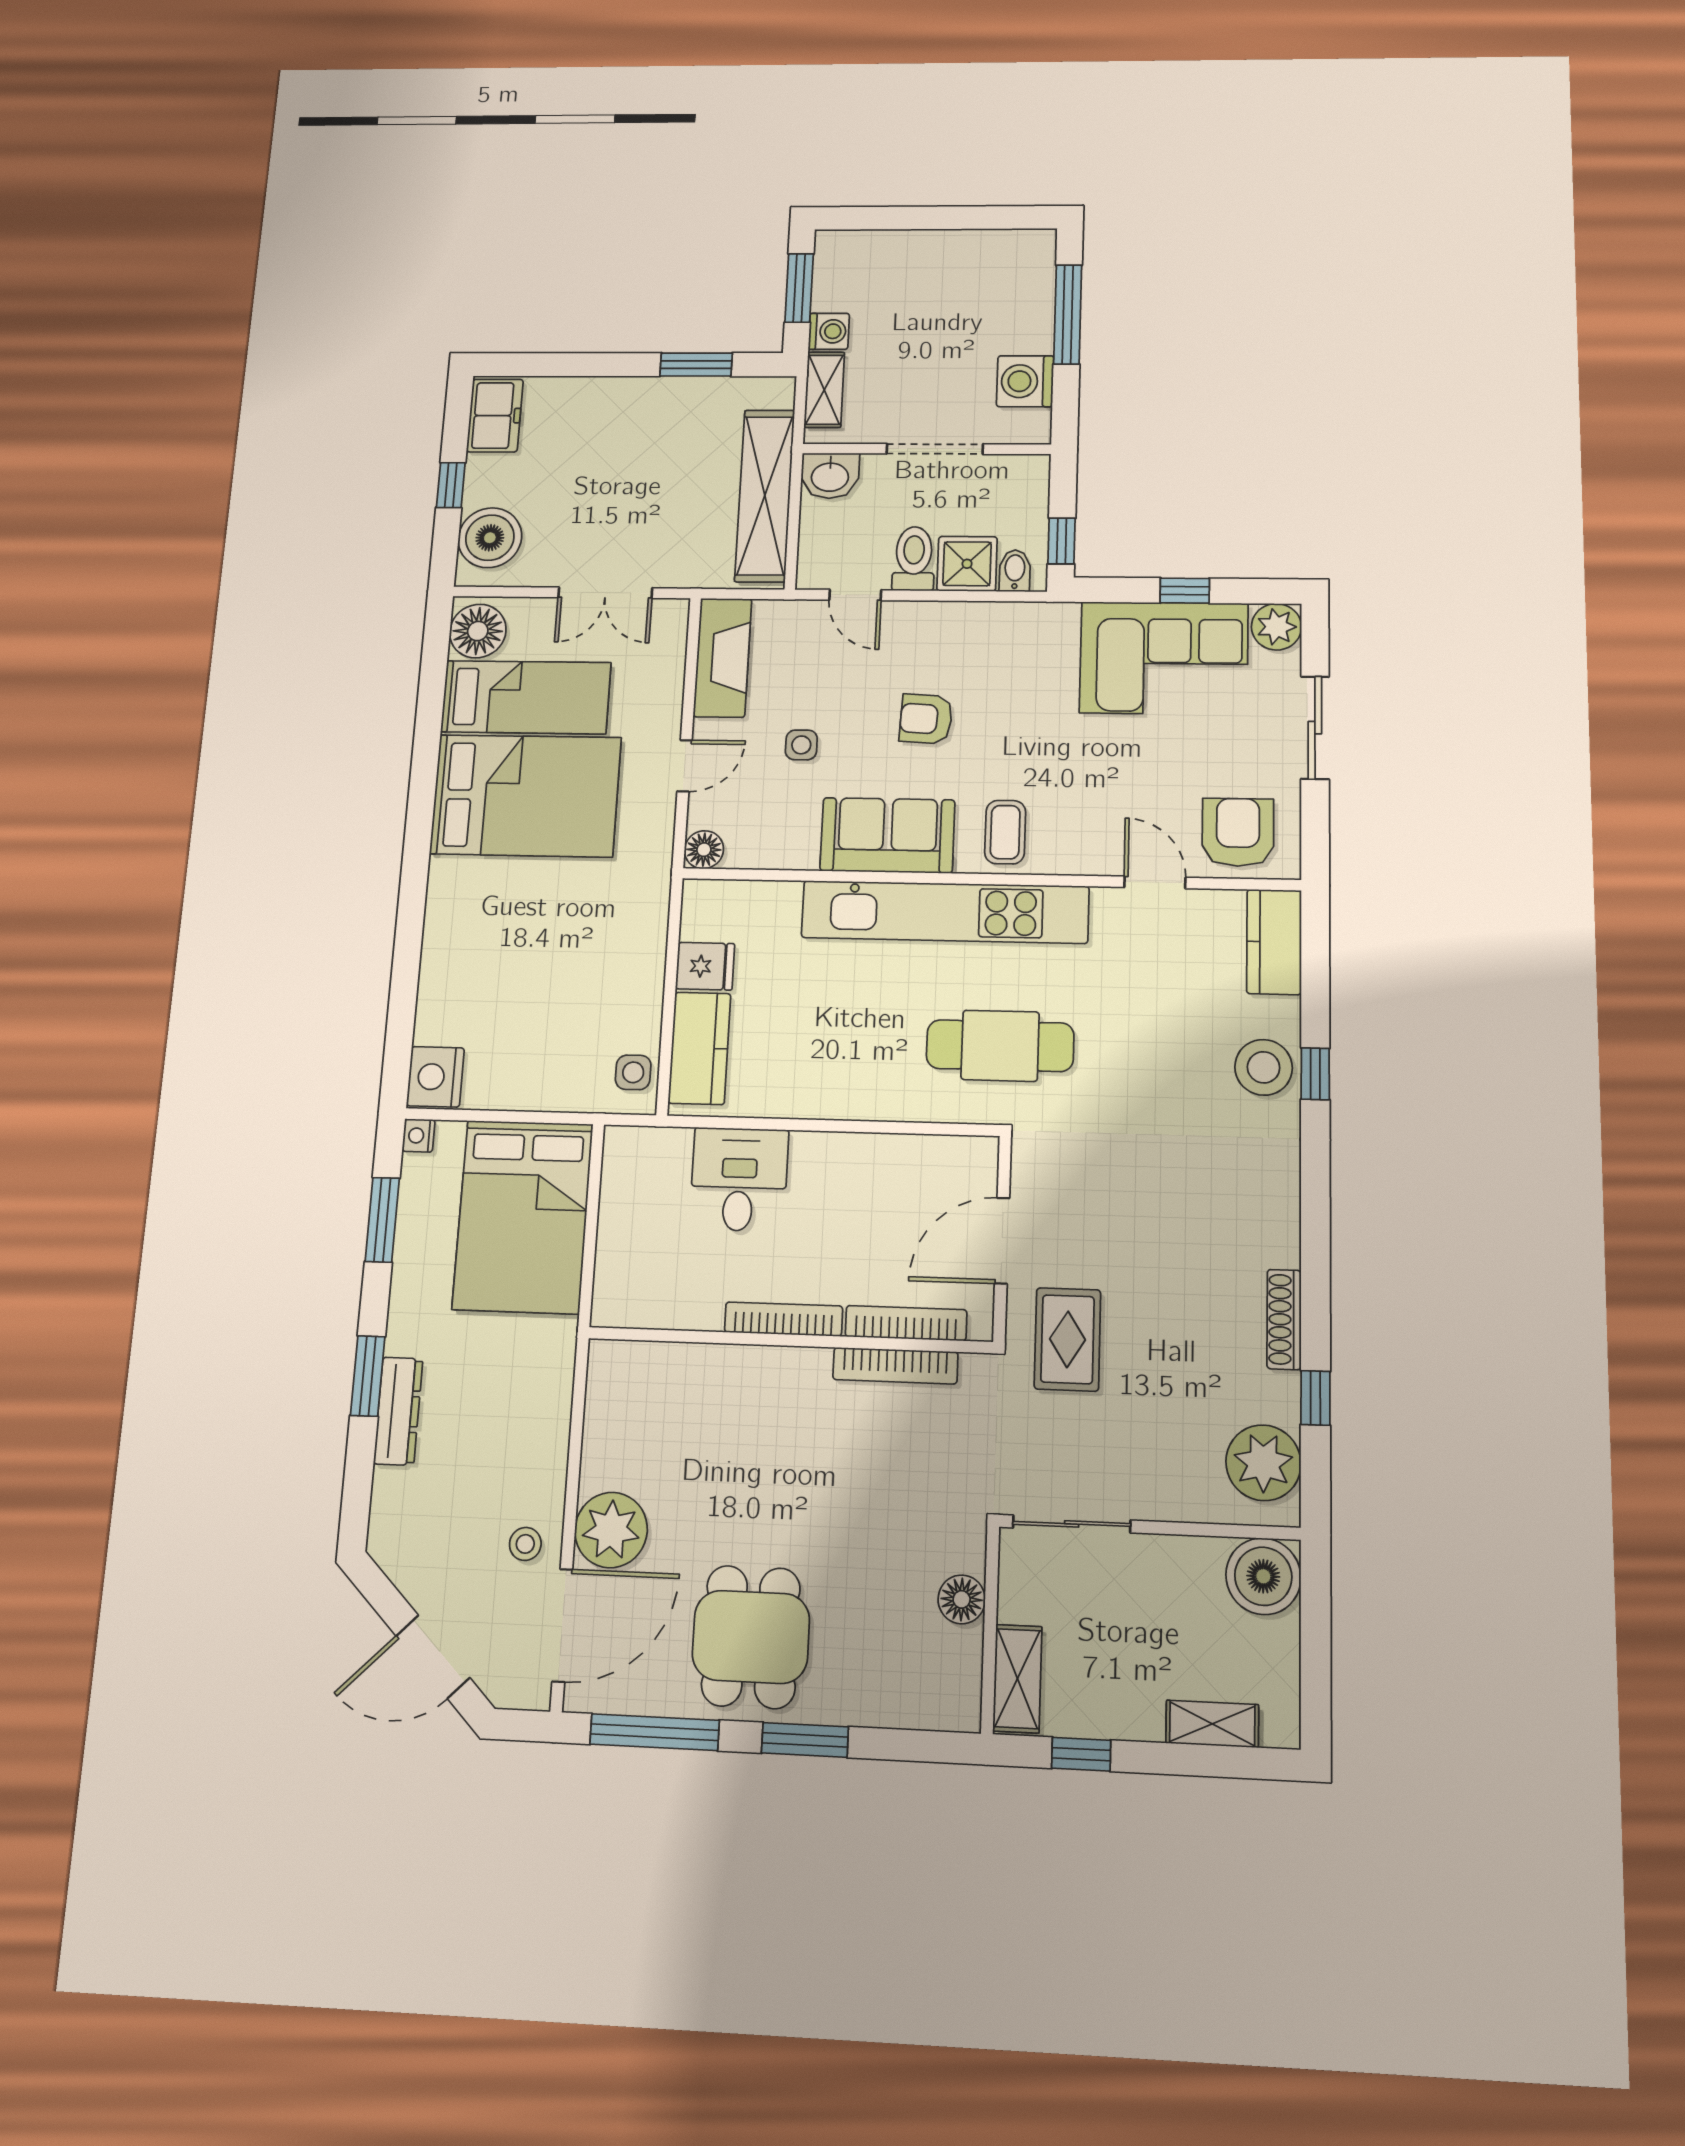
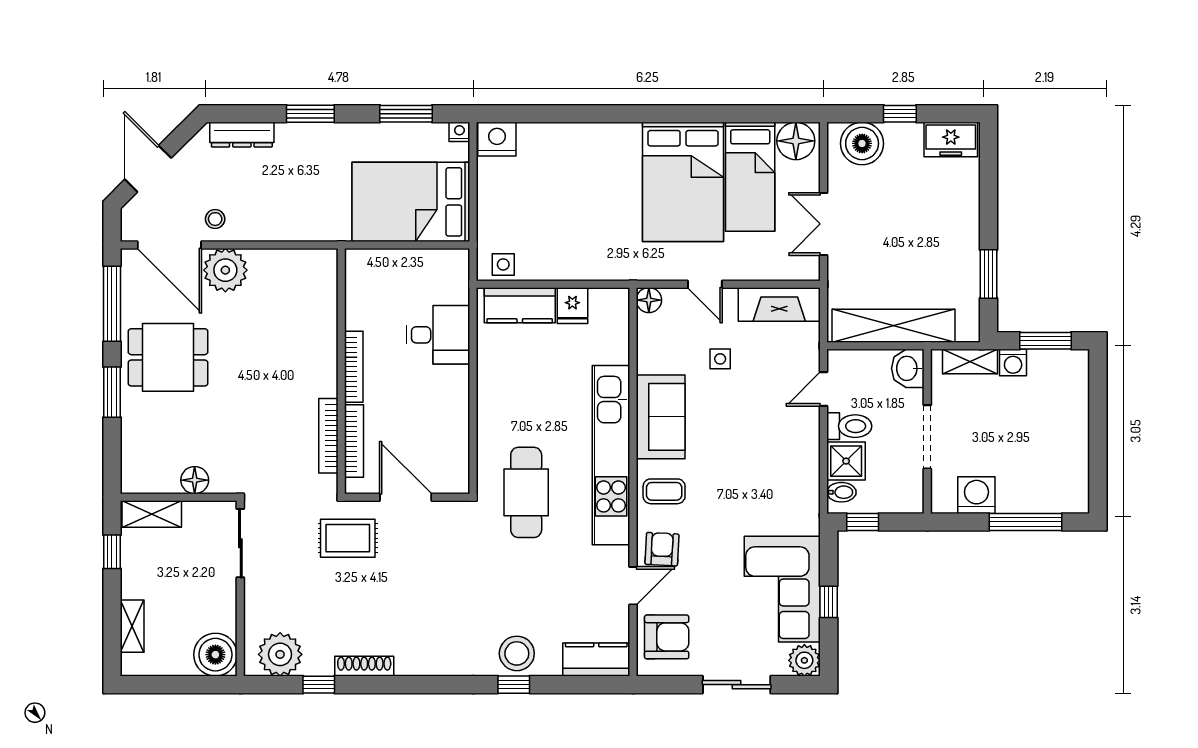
armchair: (926, 719) -> (662, 549), moved
dresser: (398, 1411) -> (242, 135), moved

